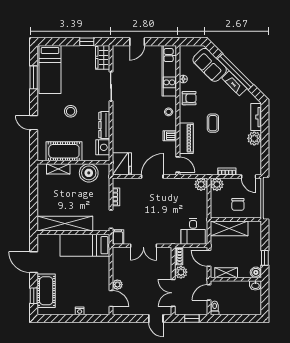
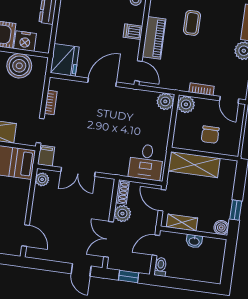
nightstand: (103, 147) -> (25, 41), moved, turned 90
plant: (117, 285) -> (42, 179), moved
washbasin: (255, 285) -> (194, 241), moved

